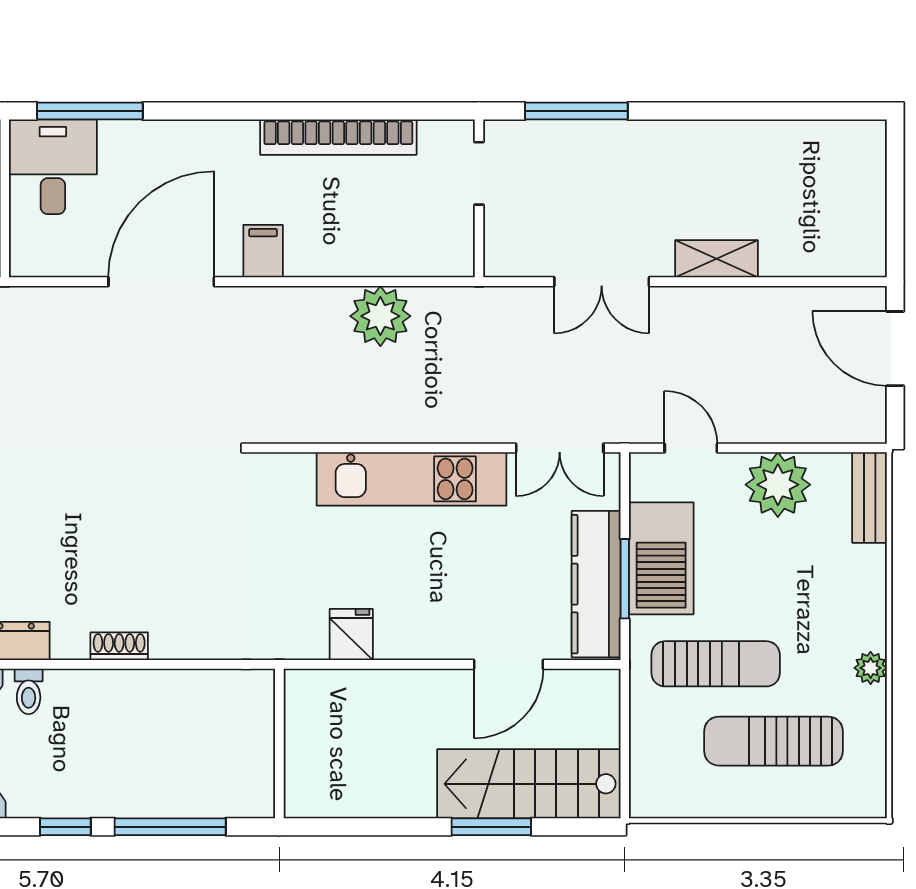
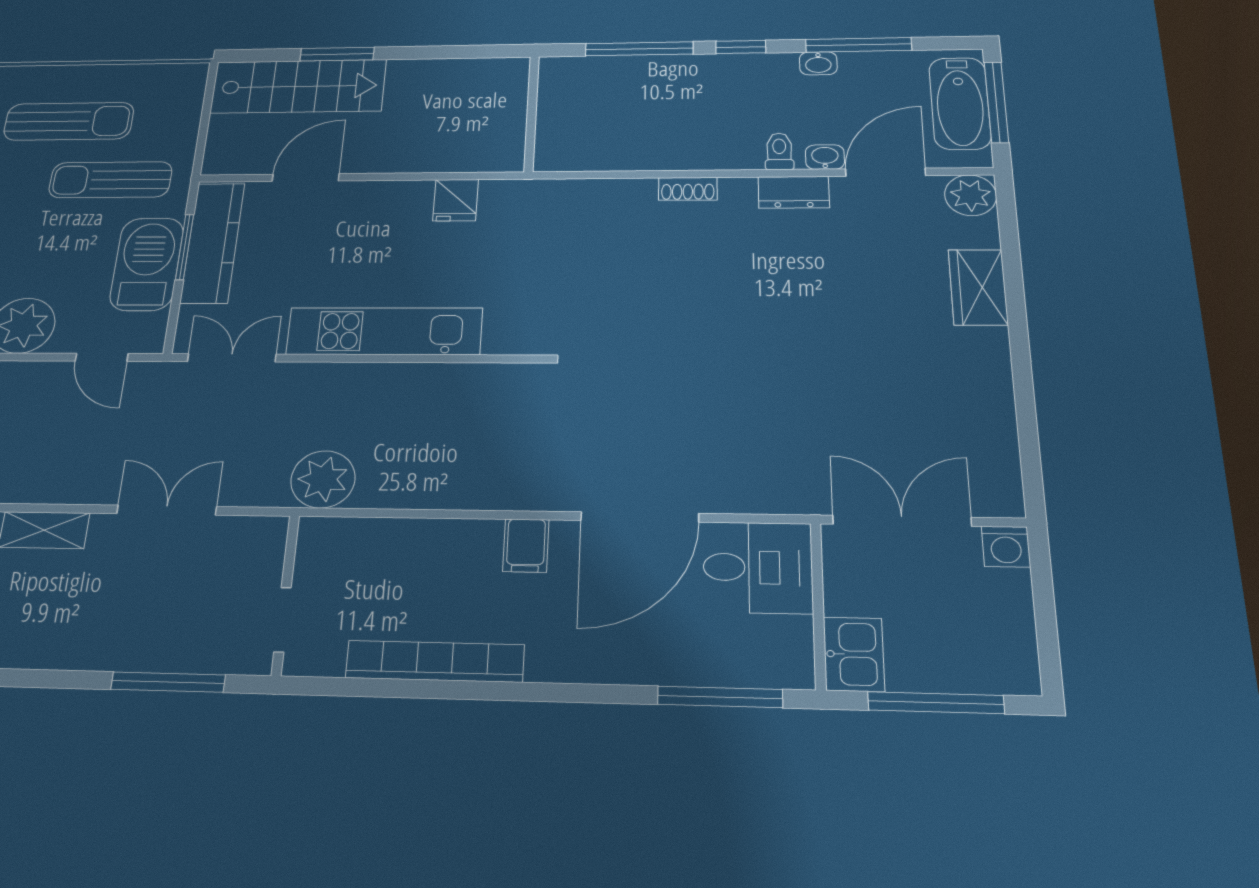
desk: (53, 167) -> (758, 567), moved, turned -90
plant: (380, 316) -> (323, 479), moved

